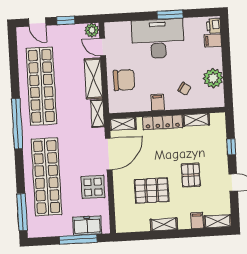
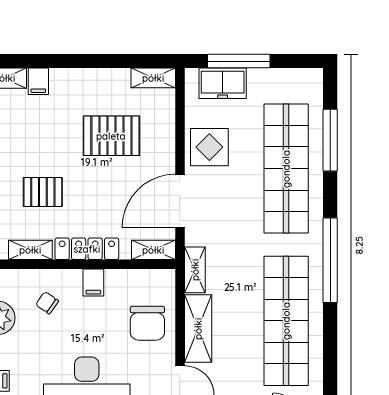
chair: (124, 80) -> (147, 323), turned -90
pallet: (191, 175) -> (43, 192), moved, turned 90
window: (22, 212) -> (330, 140), moved
shelving: (164, 224) -> (153, 78), moved

